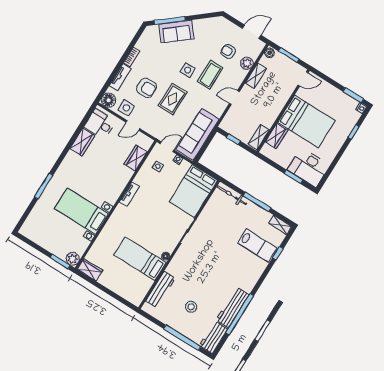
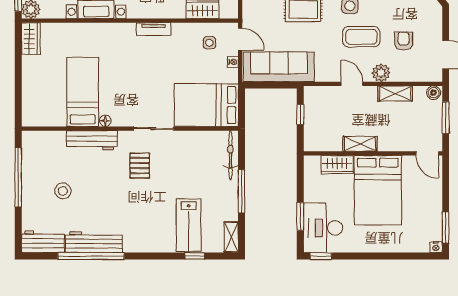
plant: (247, 63) -> (381, 73), moved
window: (354, 132) -> (321, 256), moved
shelving: (259, 137) -> (360, 144), moved
pallet: (204, 252) -> (140, 165), added
workbench: (160, 290) -> (92, 140), moved
window: (182, 338) -> (18, 177), moved

